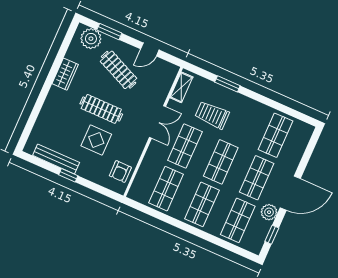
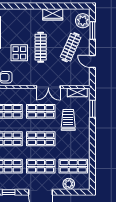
window: (227, 84) -> (92, 109), moved
plant: (269, 212) -> (69, 184), moved

